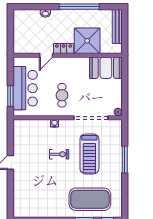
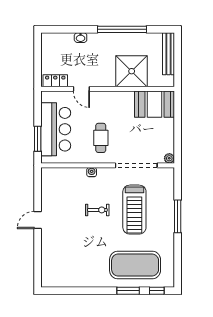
locker: (64, 48) -> (55, 81), moved
door: (46, 55) -> (81, 89), hinge flipped

